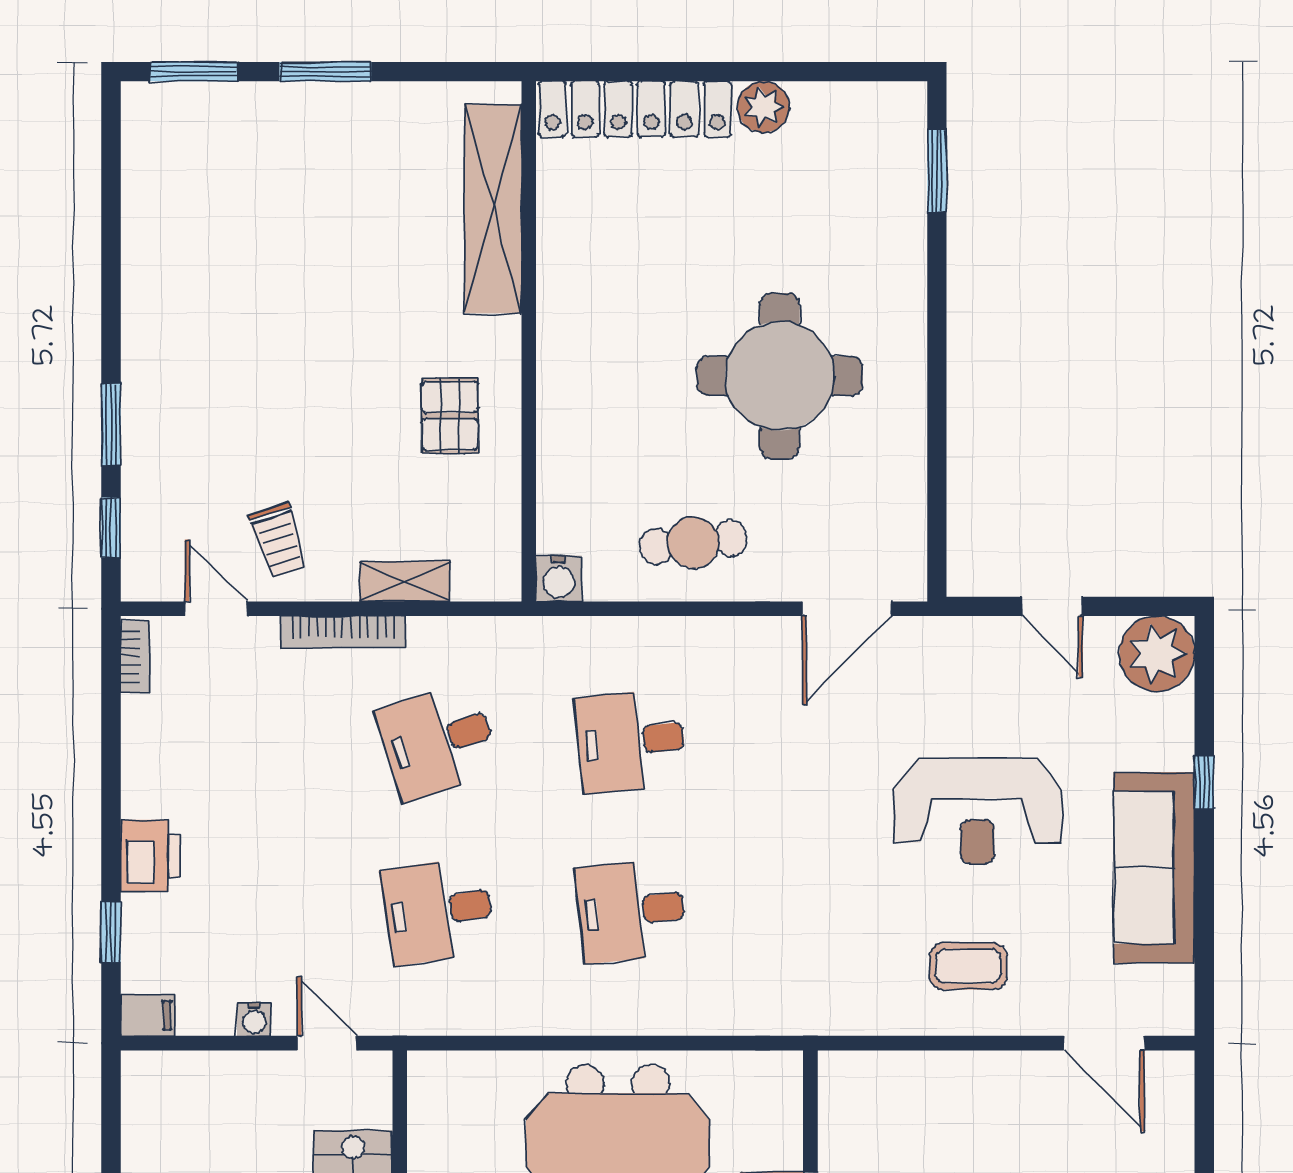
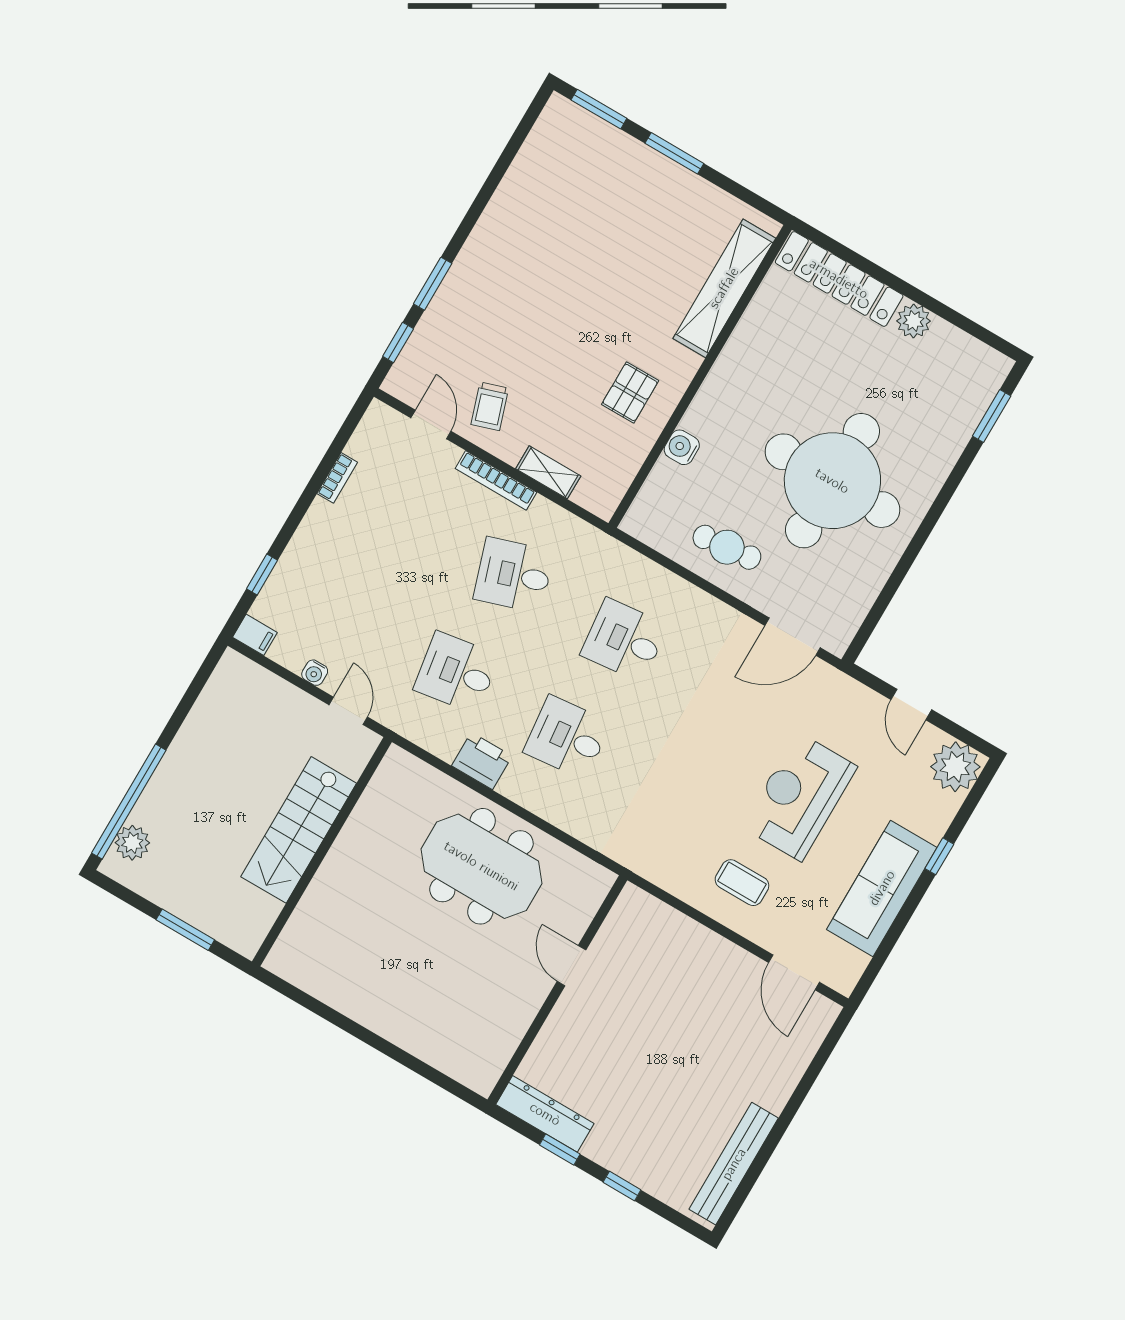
round table: (780, 376) -> (832, 481), width x1.36, depth x1.36
water cooler: (559, 579) -> (682, 447), moved, turned 90
bookcase: (135, 657) -> (337, 478), moved
reception desk: (977, 811) -> (799, 797), turned 90
printer: (150, 856) -> (482, 761), moved, turned -90

